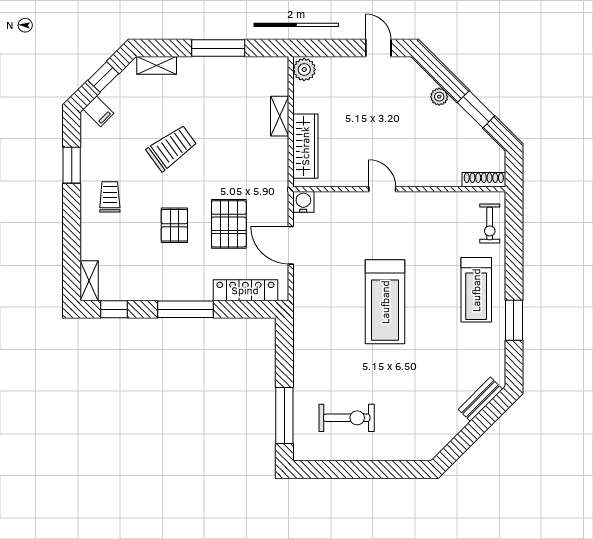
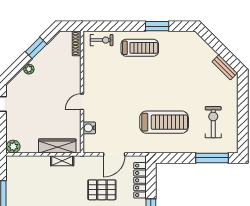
shelving: (280, 116) -> (62, 161), moved
water cooler: (303, 202) -> (89, 128), moved
treadmill: (385, 302) -> (164, 122), moved
bench: (480, 399) -> (225, 67), moved

